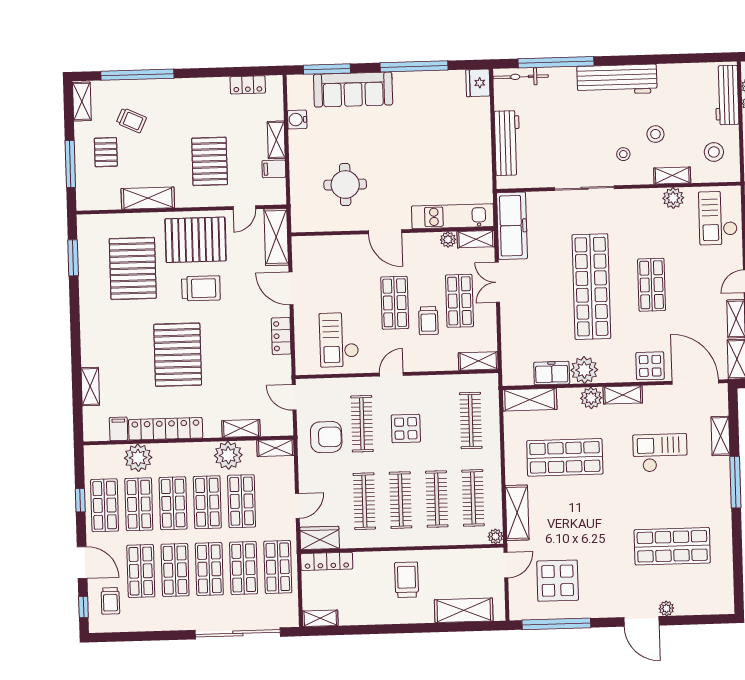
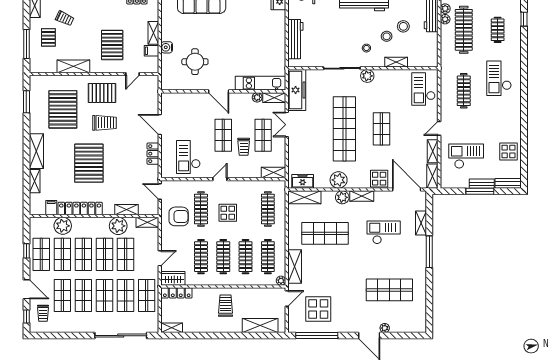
water cooler: (297, 120) -> (167, 47), moved
stool: (714, 152) -> (403, 26), moved
plant: (673, 198) -> (367, 76), moved
shelving: (276, 237) -> (36, 151), moved
pallet: (196, 240) -> (102, 93), width x0.73, depth x0.71
freezer: (552, 373) -> (303, 181), moved

